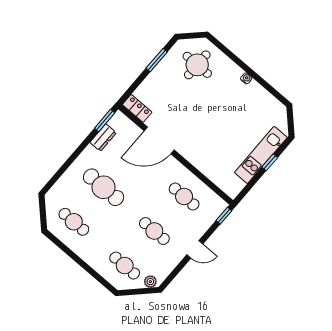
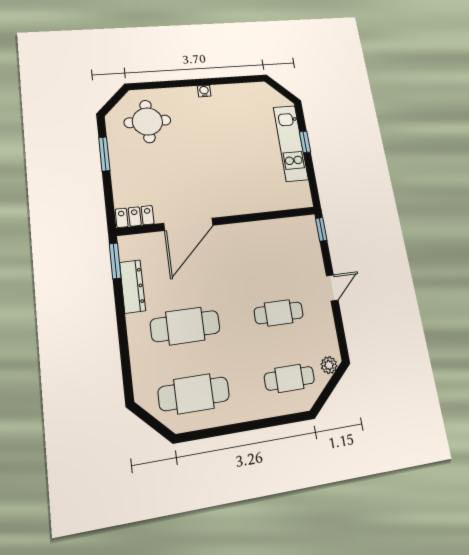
dresser: (103, 138) -> (133, 286), width x1.44
cafe table: (184, 196) -> (268, 251), removed
cafe table: (74, 222) -> (194, 394), width x1.37, depth x1.35

